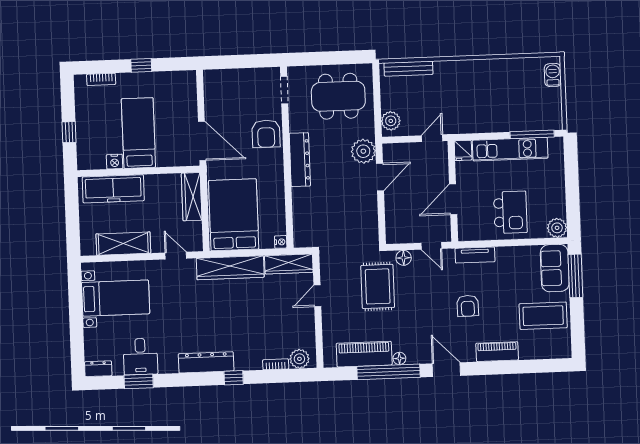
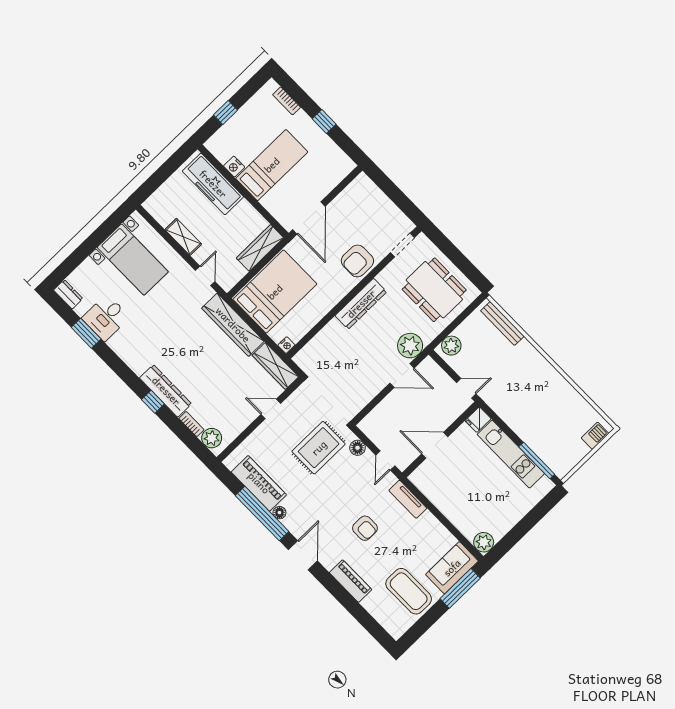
kitchen island: (510, 212) -> (464, 497), removed
shelving: (123, 244) -> (183, 237), width x0.67, depth x0.75
armchair: (468, 306) -> (365, 528), turned -89
dresser: (206, 362) -> (166, 391), moved

